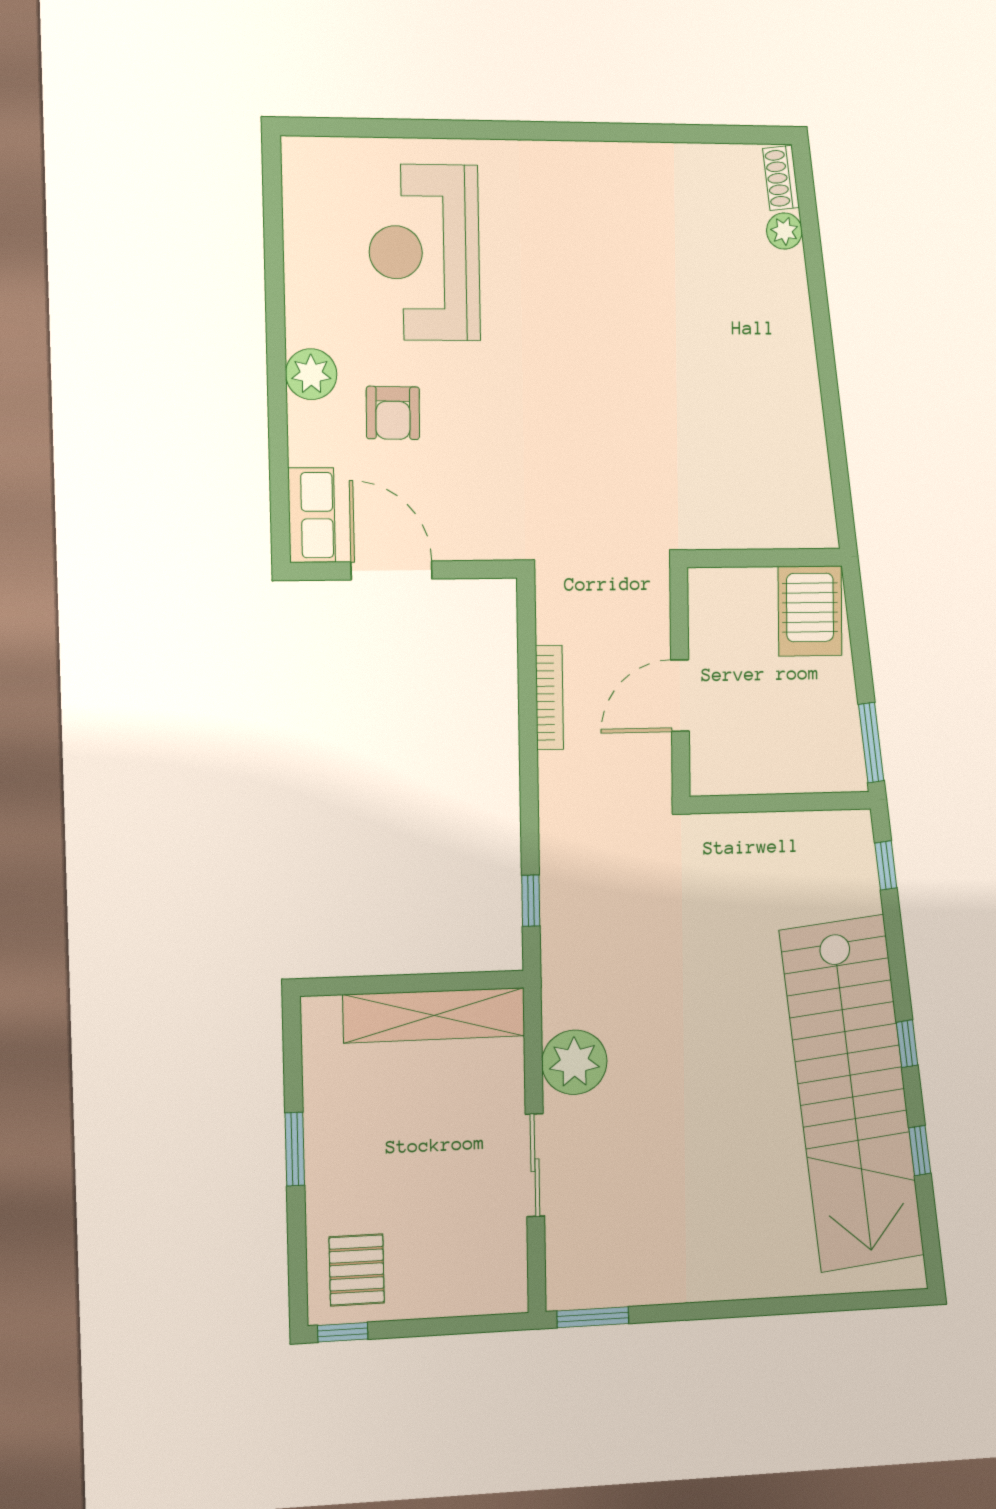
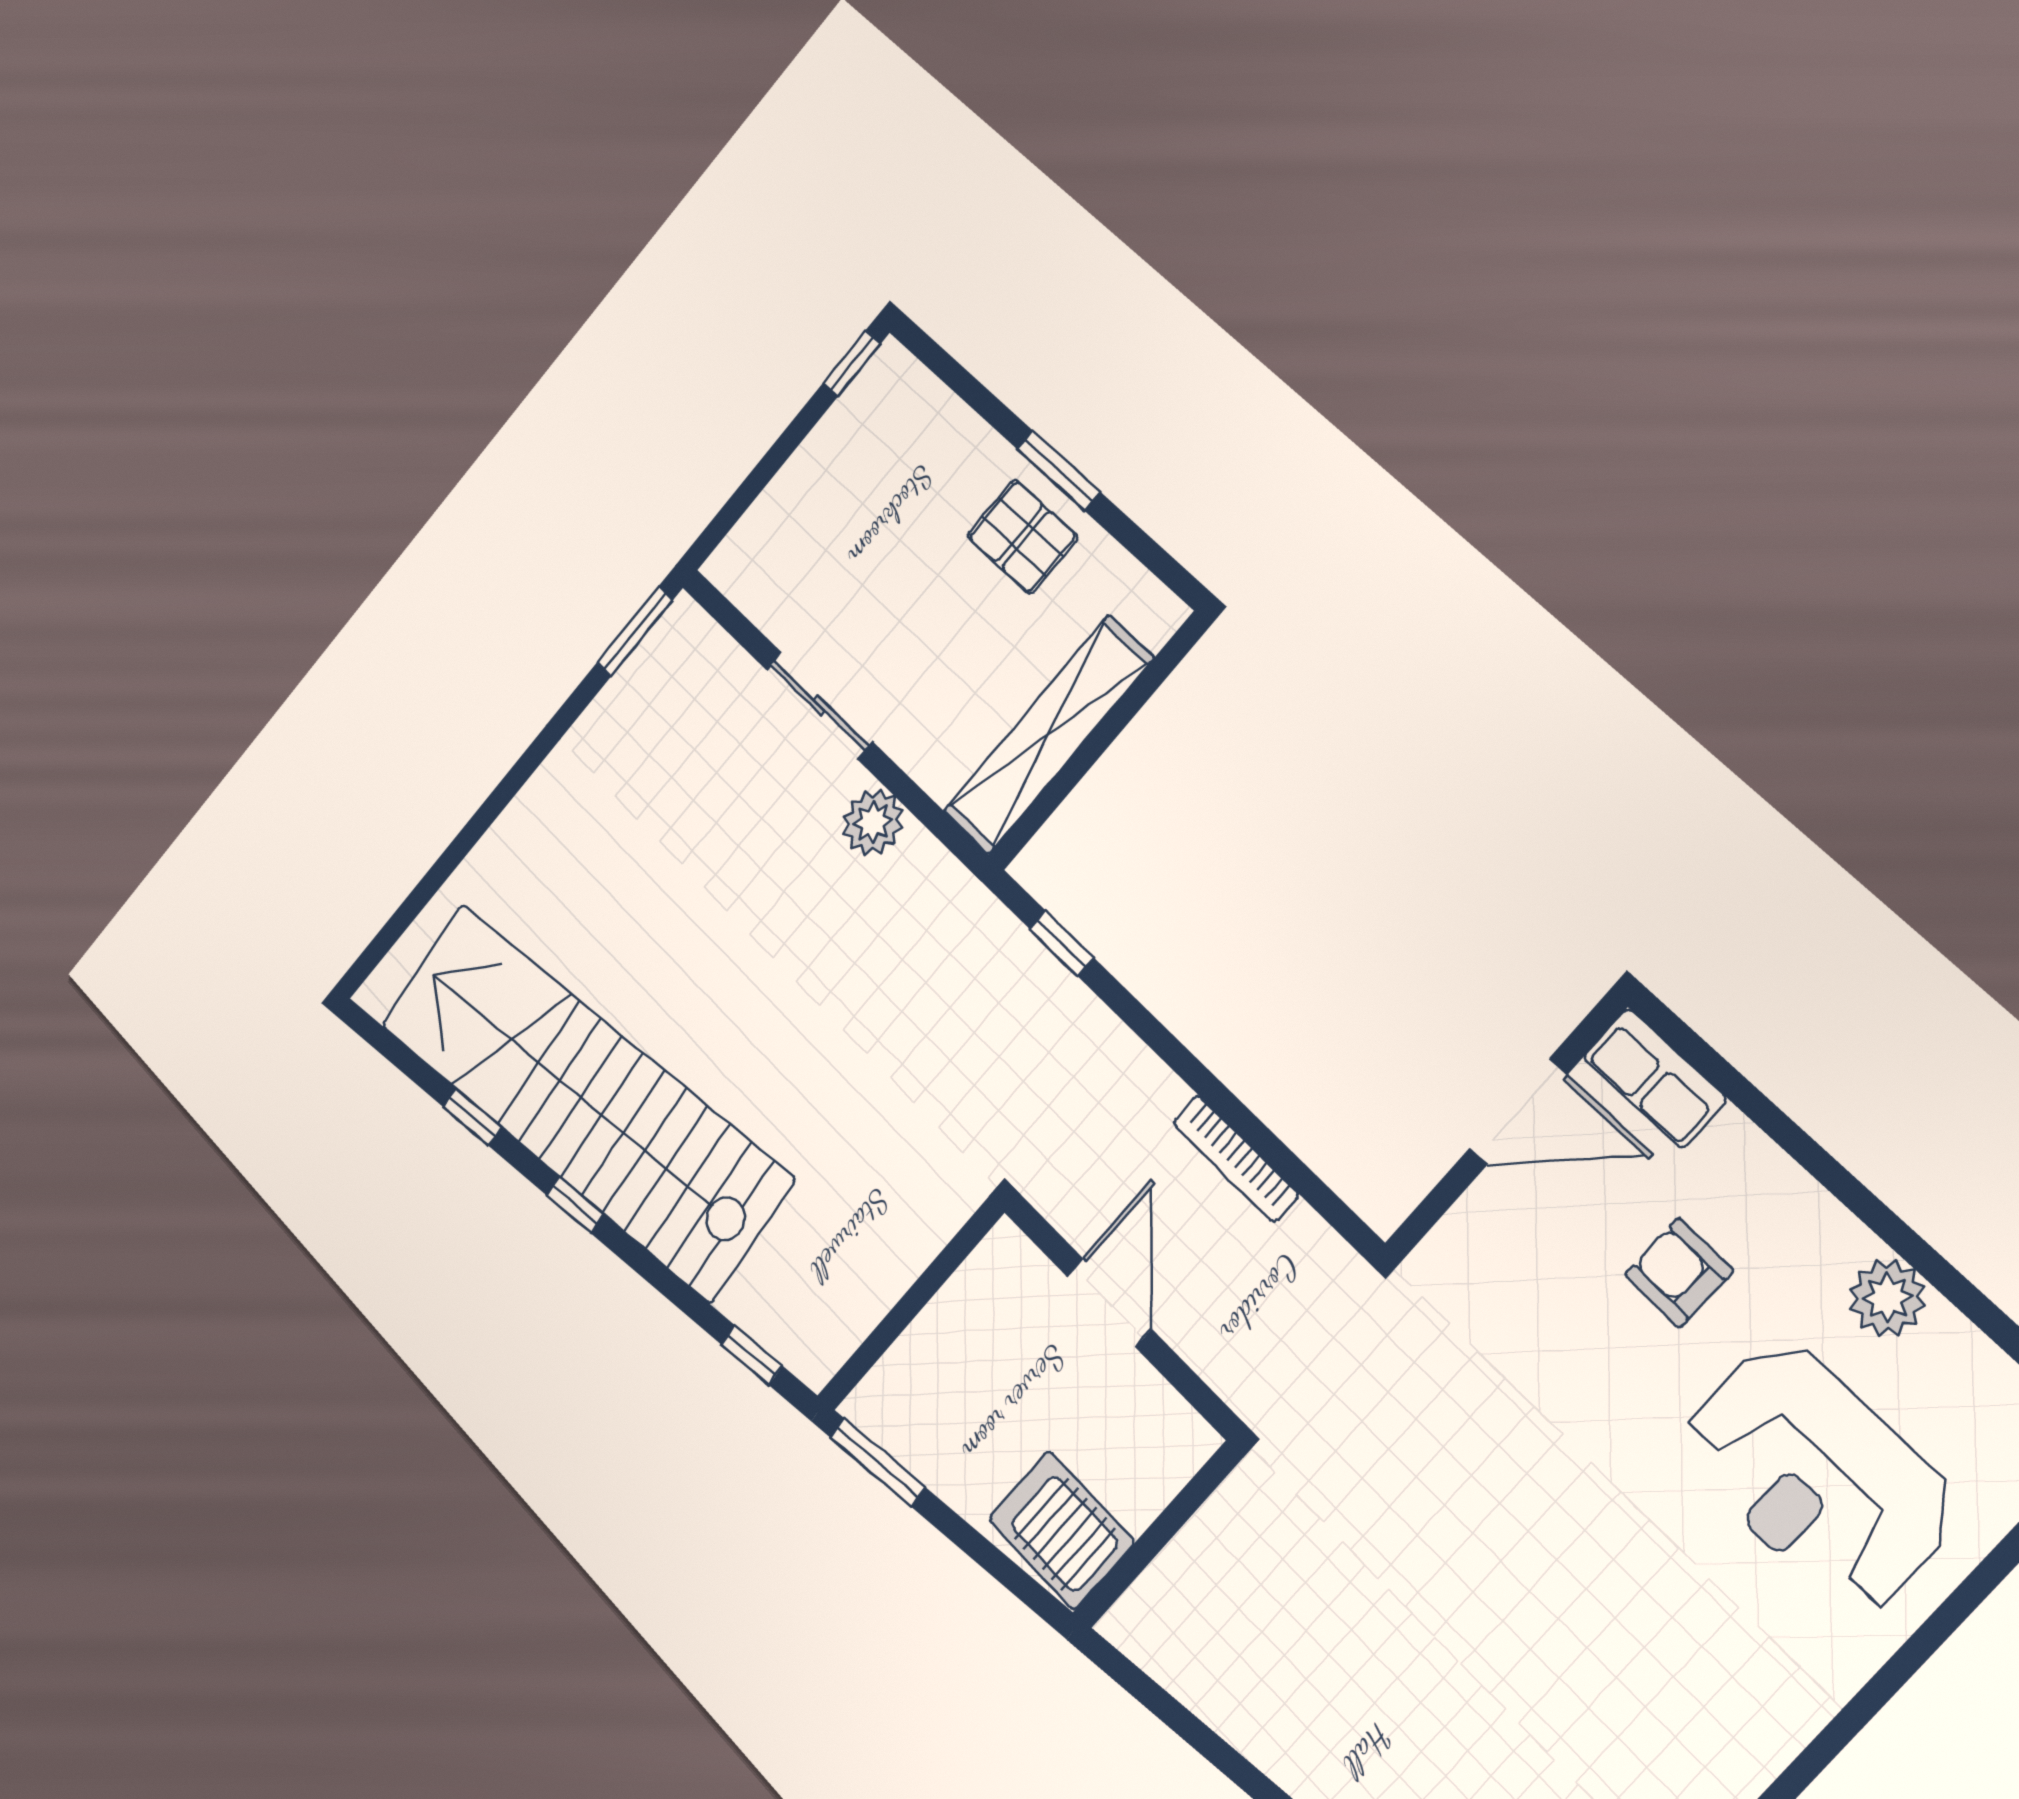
reception desk: (424, 253) -> (1818, 1477), turned 180
plant: (311, 374) -> (1887, 1298), moved
plant: (574, 1062) -> (873, 822), width x0.73, depth x0.73
pallet: (357, 1270) -> (1022, 537), moved

